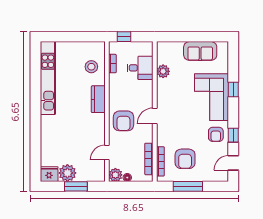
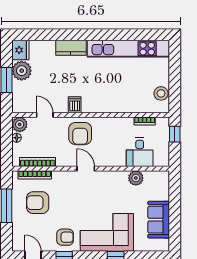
stool: (91, 67) -> (161, 93), moved
kitchen counter: (98, 99) -> (71, 48), moved, turned 180
armchair: (123, 121) -> (80, 134), turned -90
dishwasher: (98, 126) -> (75, 105), added
armchair: (216, 134) -> (65, 237), turned 180

